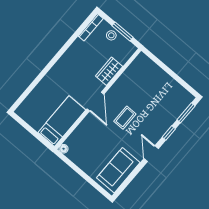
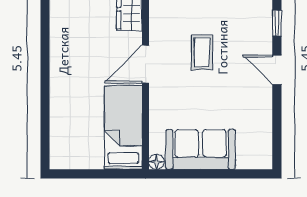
door: (95, 102) -> (145, 64), swing flipped
sofa: (118, 170) -> (201, 149), moved, turned 90

